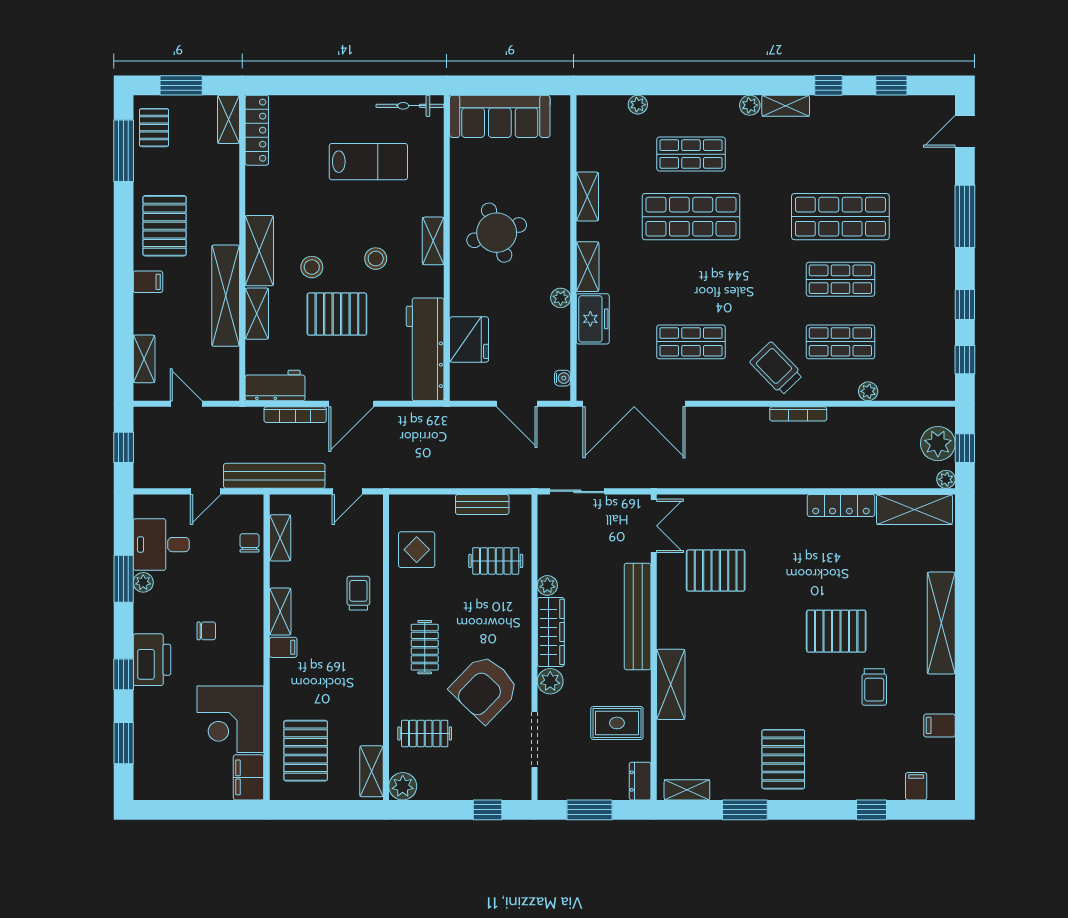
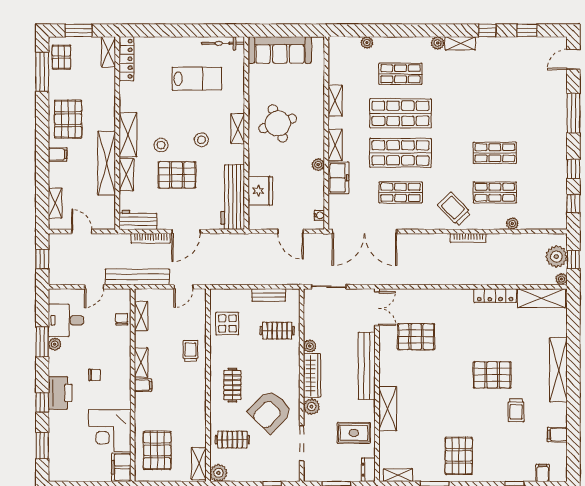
shop shelf: (840, 217) -> (400, 153), moved

